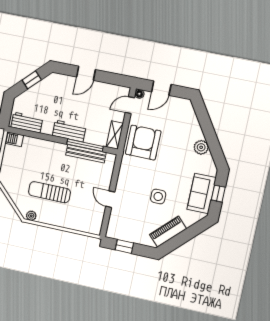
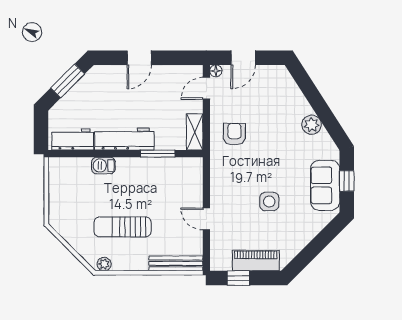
window: (32, 80) -> (68, 81), width x1.50
workbench: (69, 131) -> (124, 139), width x1.37
barbecue: (14, 139) -> (103, 166), moved
armchair: (143, 143) -> (234, 134), width x0.53, depth x0.53
window: (85, 145) -> (158, 154), width x0.69
bench: (86, 154) -> (176, 263), moved
piano: (168, 232) -> (256, 261), moved, turned 45

